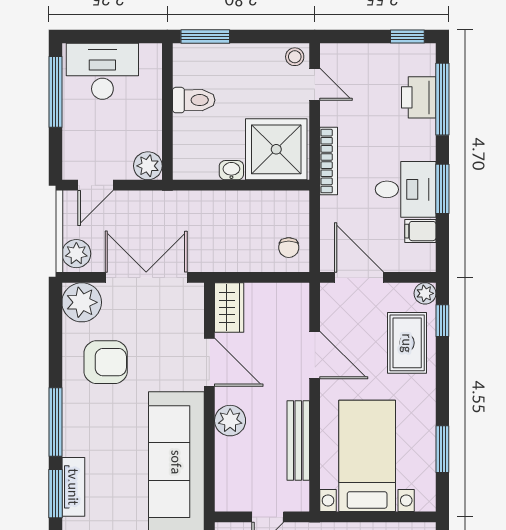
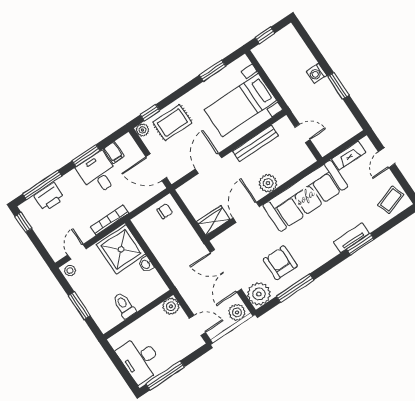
window: (205, 36) -> (79, 306), moved
door: (359, 277) -> (156, 167), hinge flipped
window: (55, 422) -> (295, 288), moved

